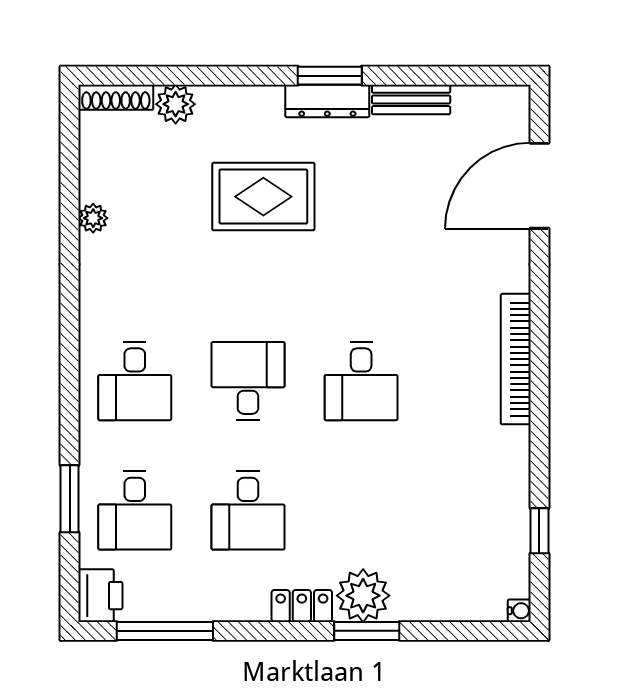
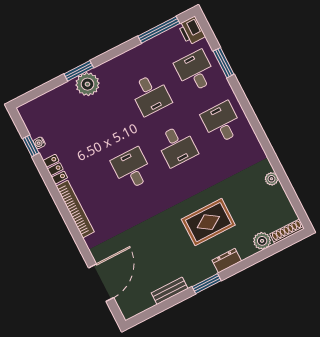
dresser: (327, 101) -> (227, 261), moved, width x0.70
desk: (248, 511) -> (150, 94), turned 180
locker: (302, 606) -> (55, 169), moved, turned -90
water cooler: (519, 611) -> (39, 143), moved

